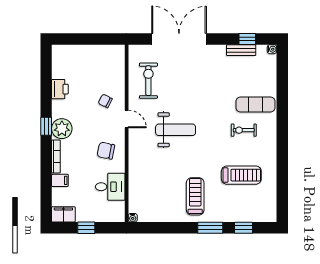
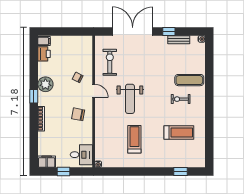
window: (247, 39) -> (169, 31), moved
printer: (60, 89) -> (44, 54), moved
plant: (62, 129) -> (45, 84), moved
weight bench: (176, 130) -> (130, 99), turned 90
filing cabinet: (60, 180) -> (44, 41), moved
desk: (110, 187) -> (81, 155), moved
treadmill: (195, 196) -> (134, 139), moved
window: (210, 228) -> (156, 172), removed

